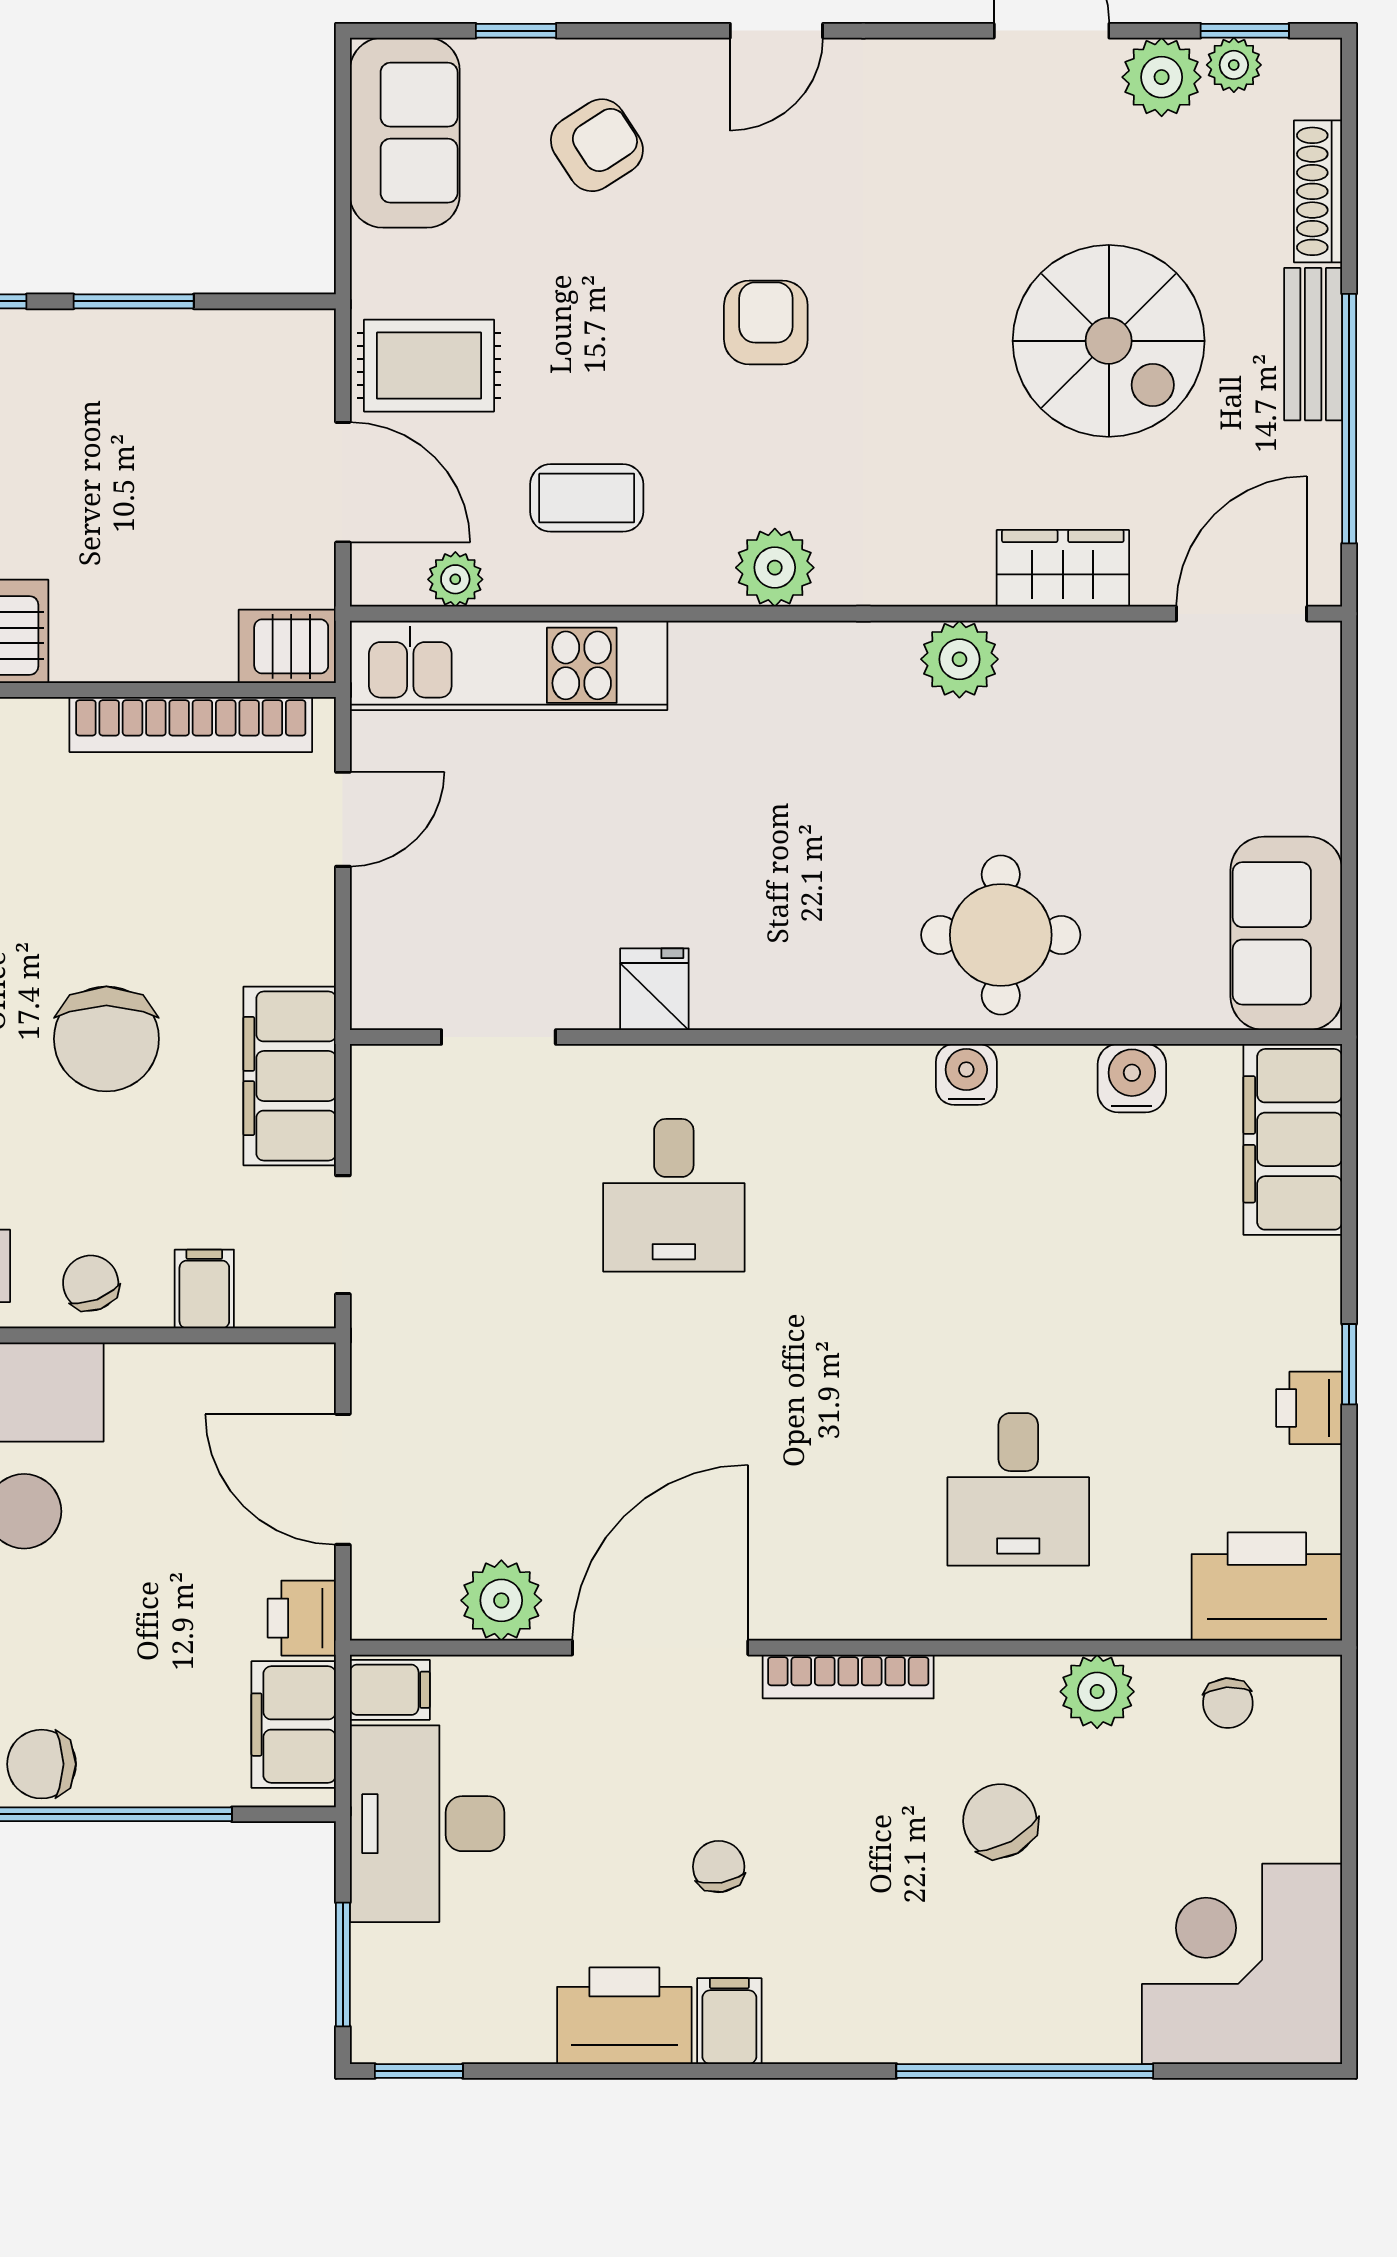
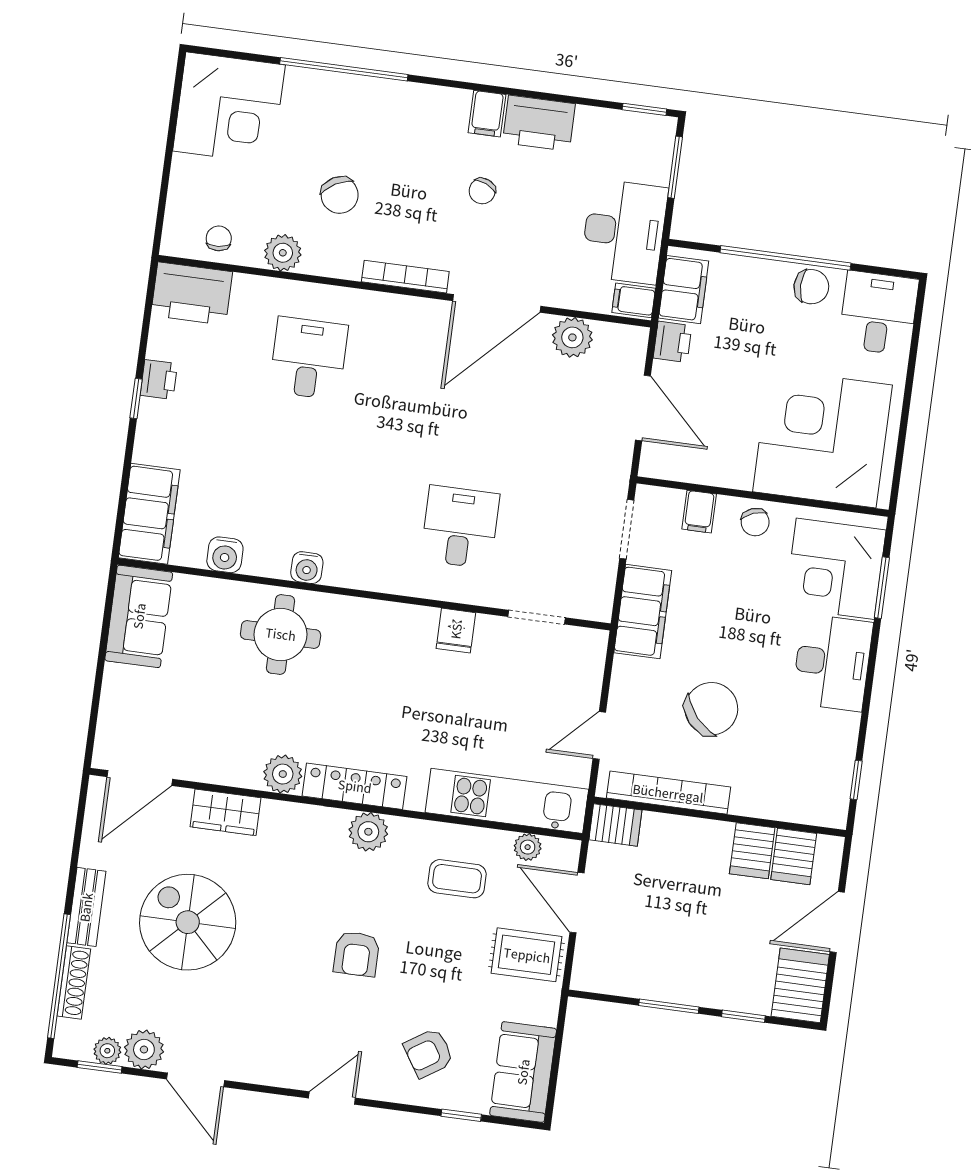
window: (1349, 419) -> (59, 976), moved
locker: (814, 654) -> (355, 786), added
chair: (106, 1039) -> (711, 709), moved, turned 49
chair: (719, 1867) -> (482, 191), turned 33

